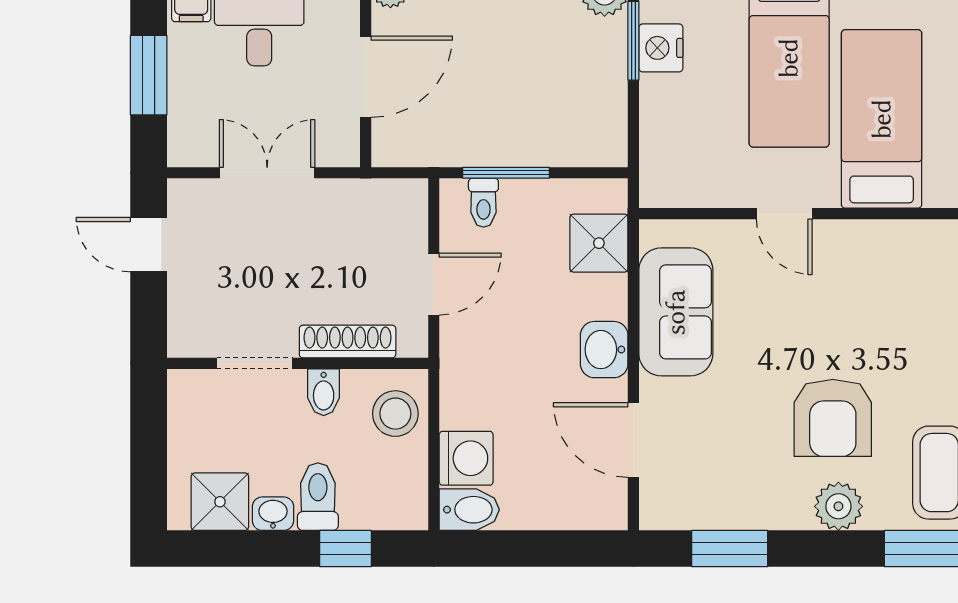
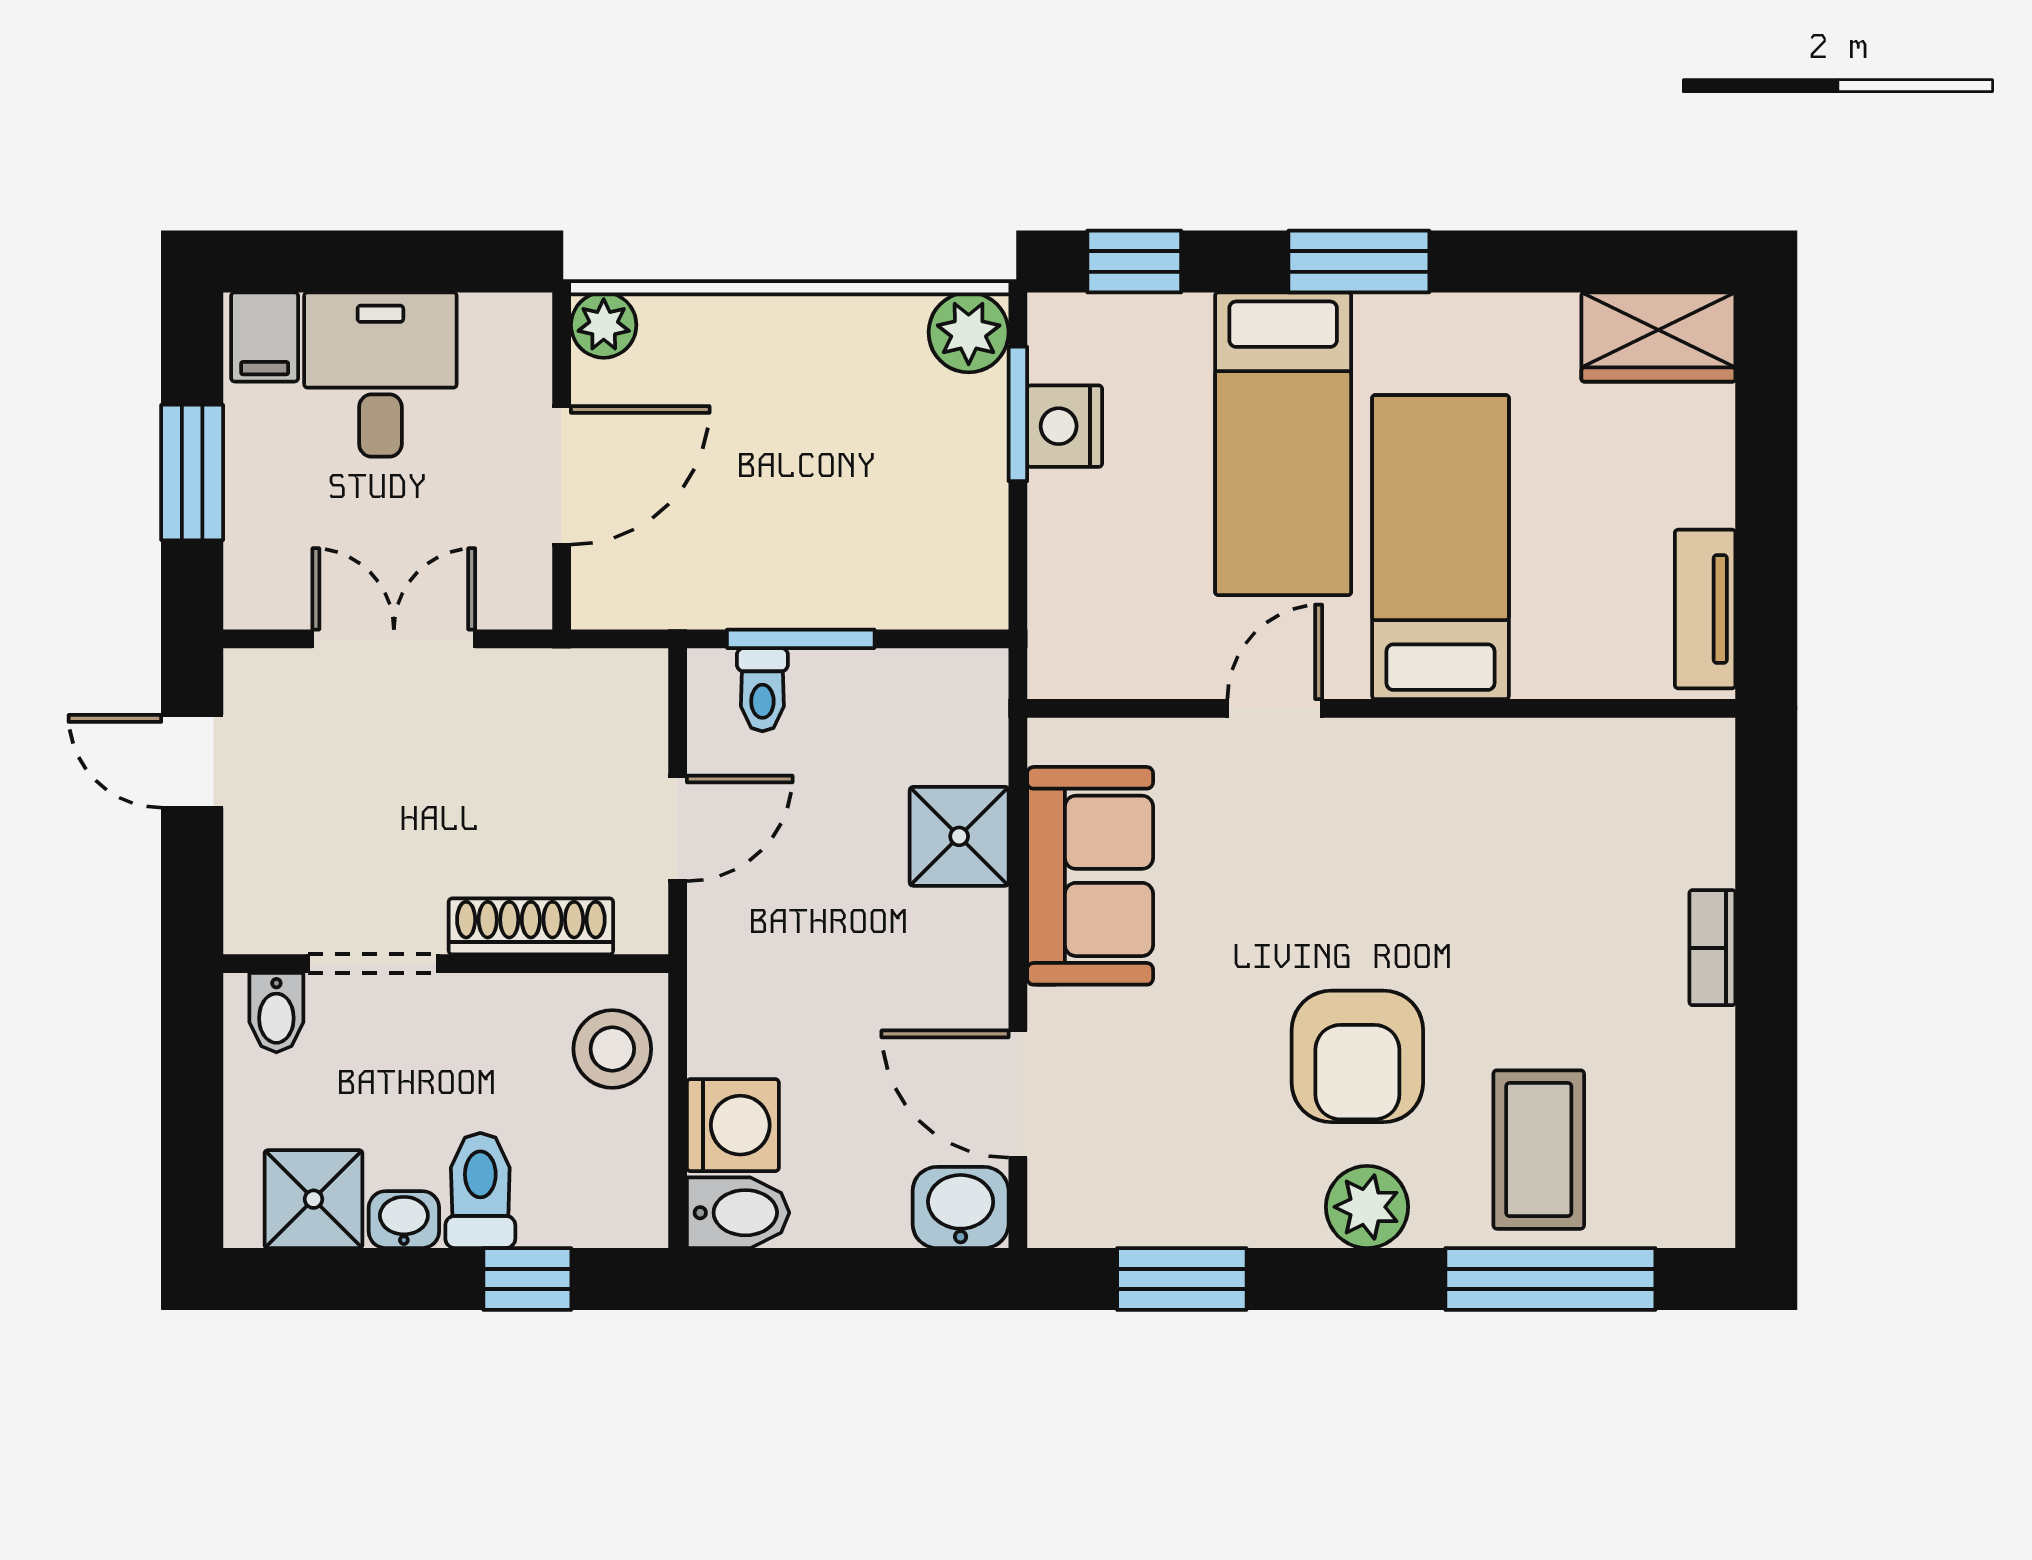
door: (784, 214) -> (1275, 708), swing flipped
shower: (599, 243) -> (959, 836), moved
washbasin: (604, 350) -> (961, 1207), moved, turned 90
bidet: (324, 392) -> (276, 1013), moved

